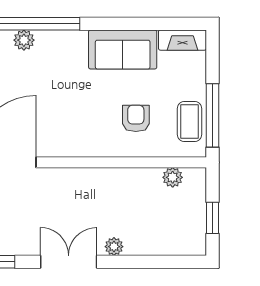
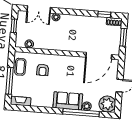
sofa: (123, 49) -> (68, 101), moved
window: (213, 115) -> (10, 81), moved
double door: (69, 262) -> (39, 9), moved

